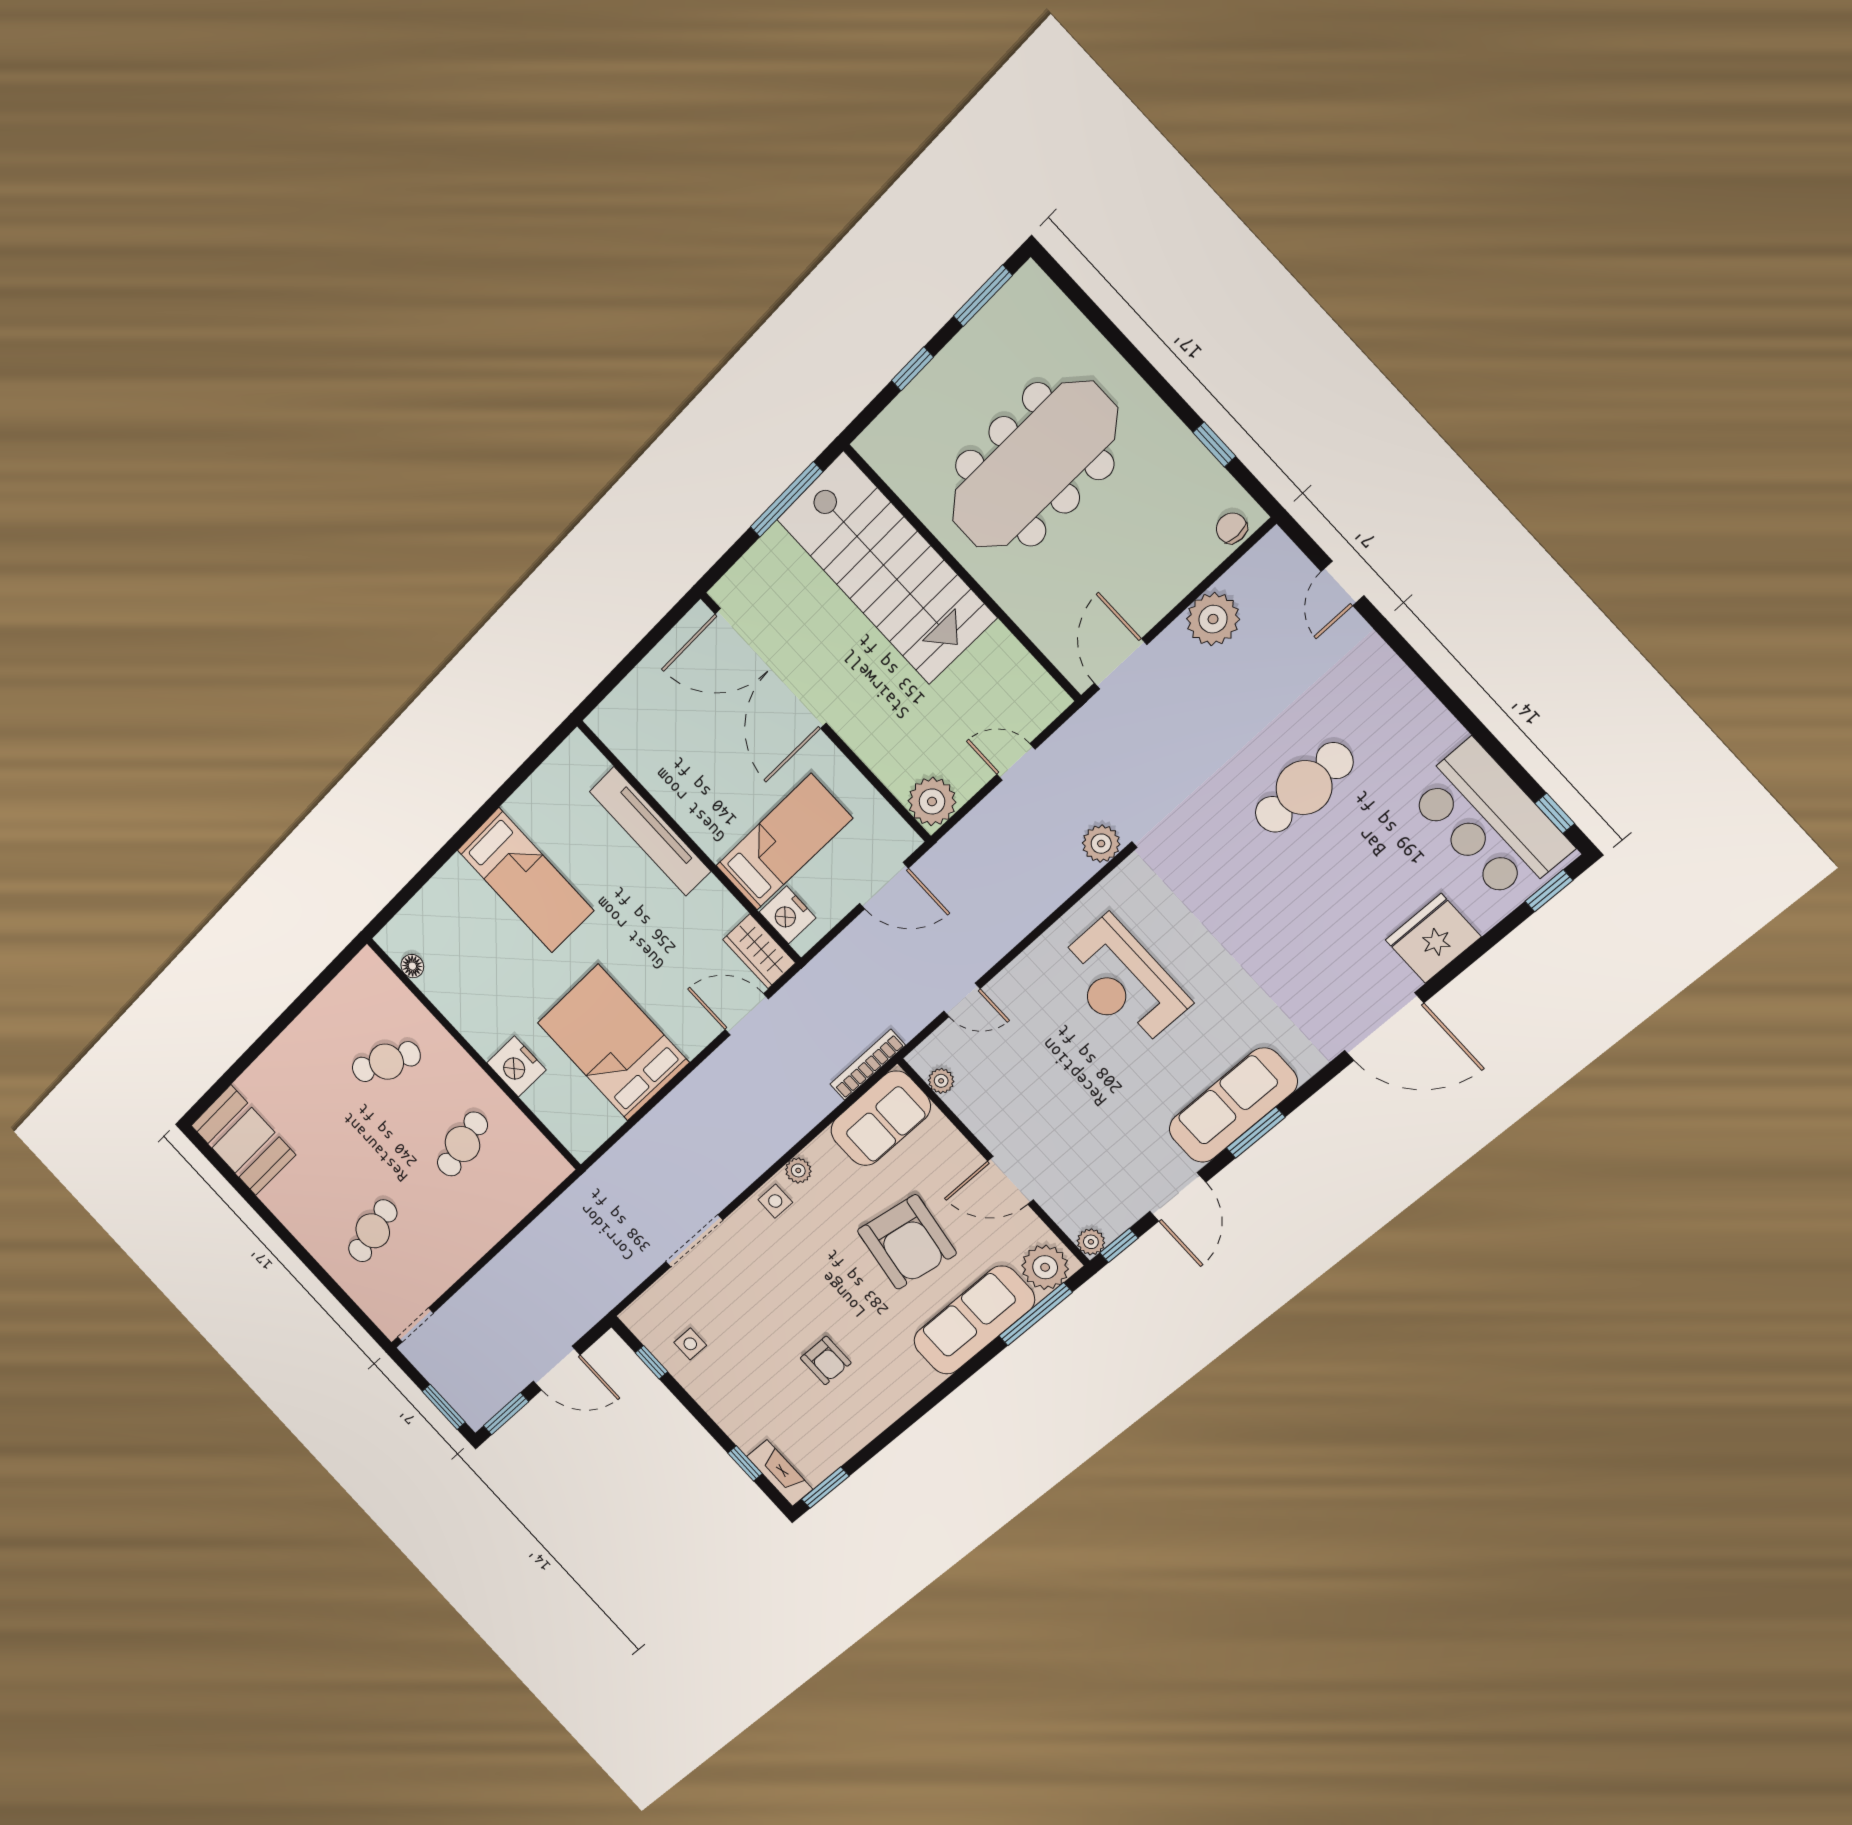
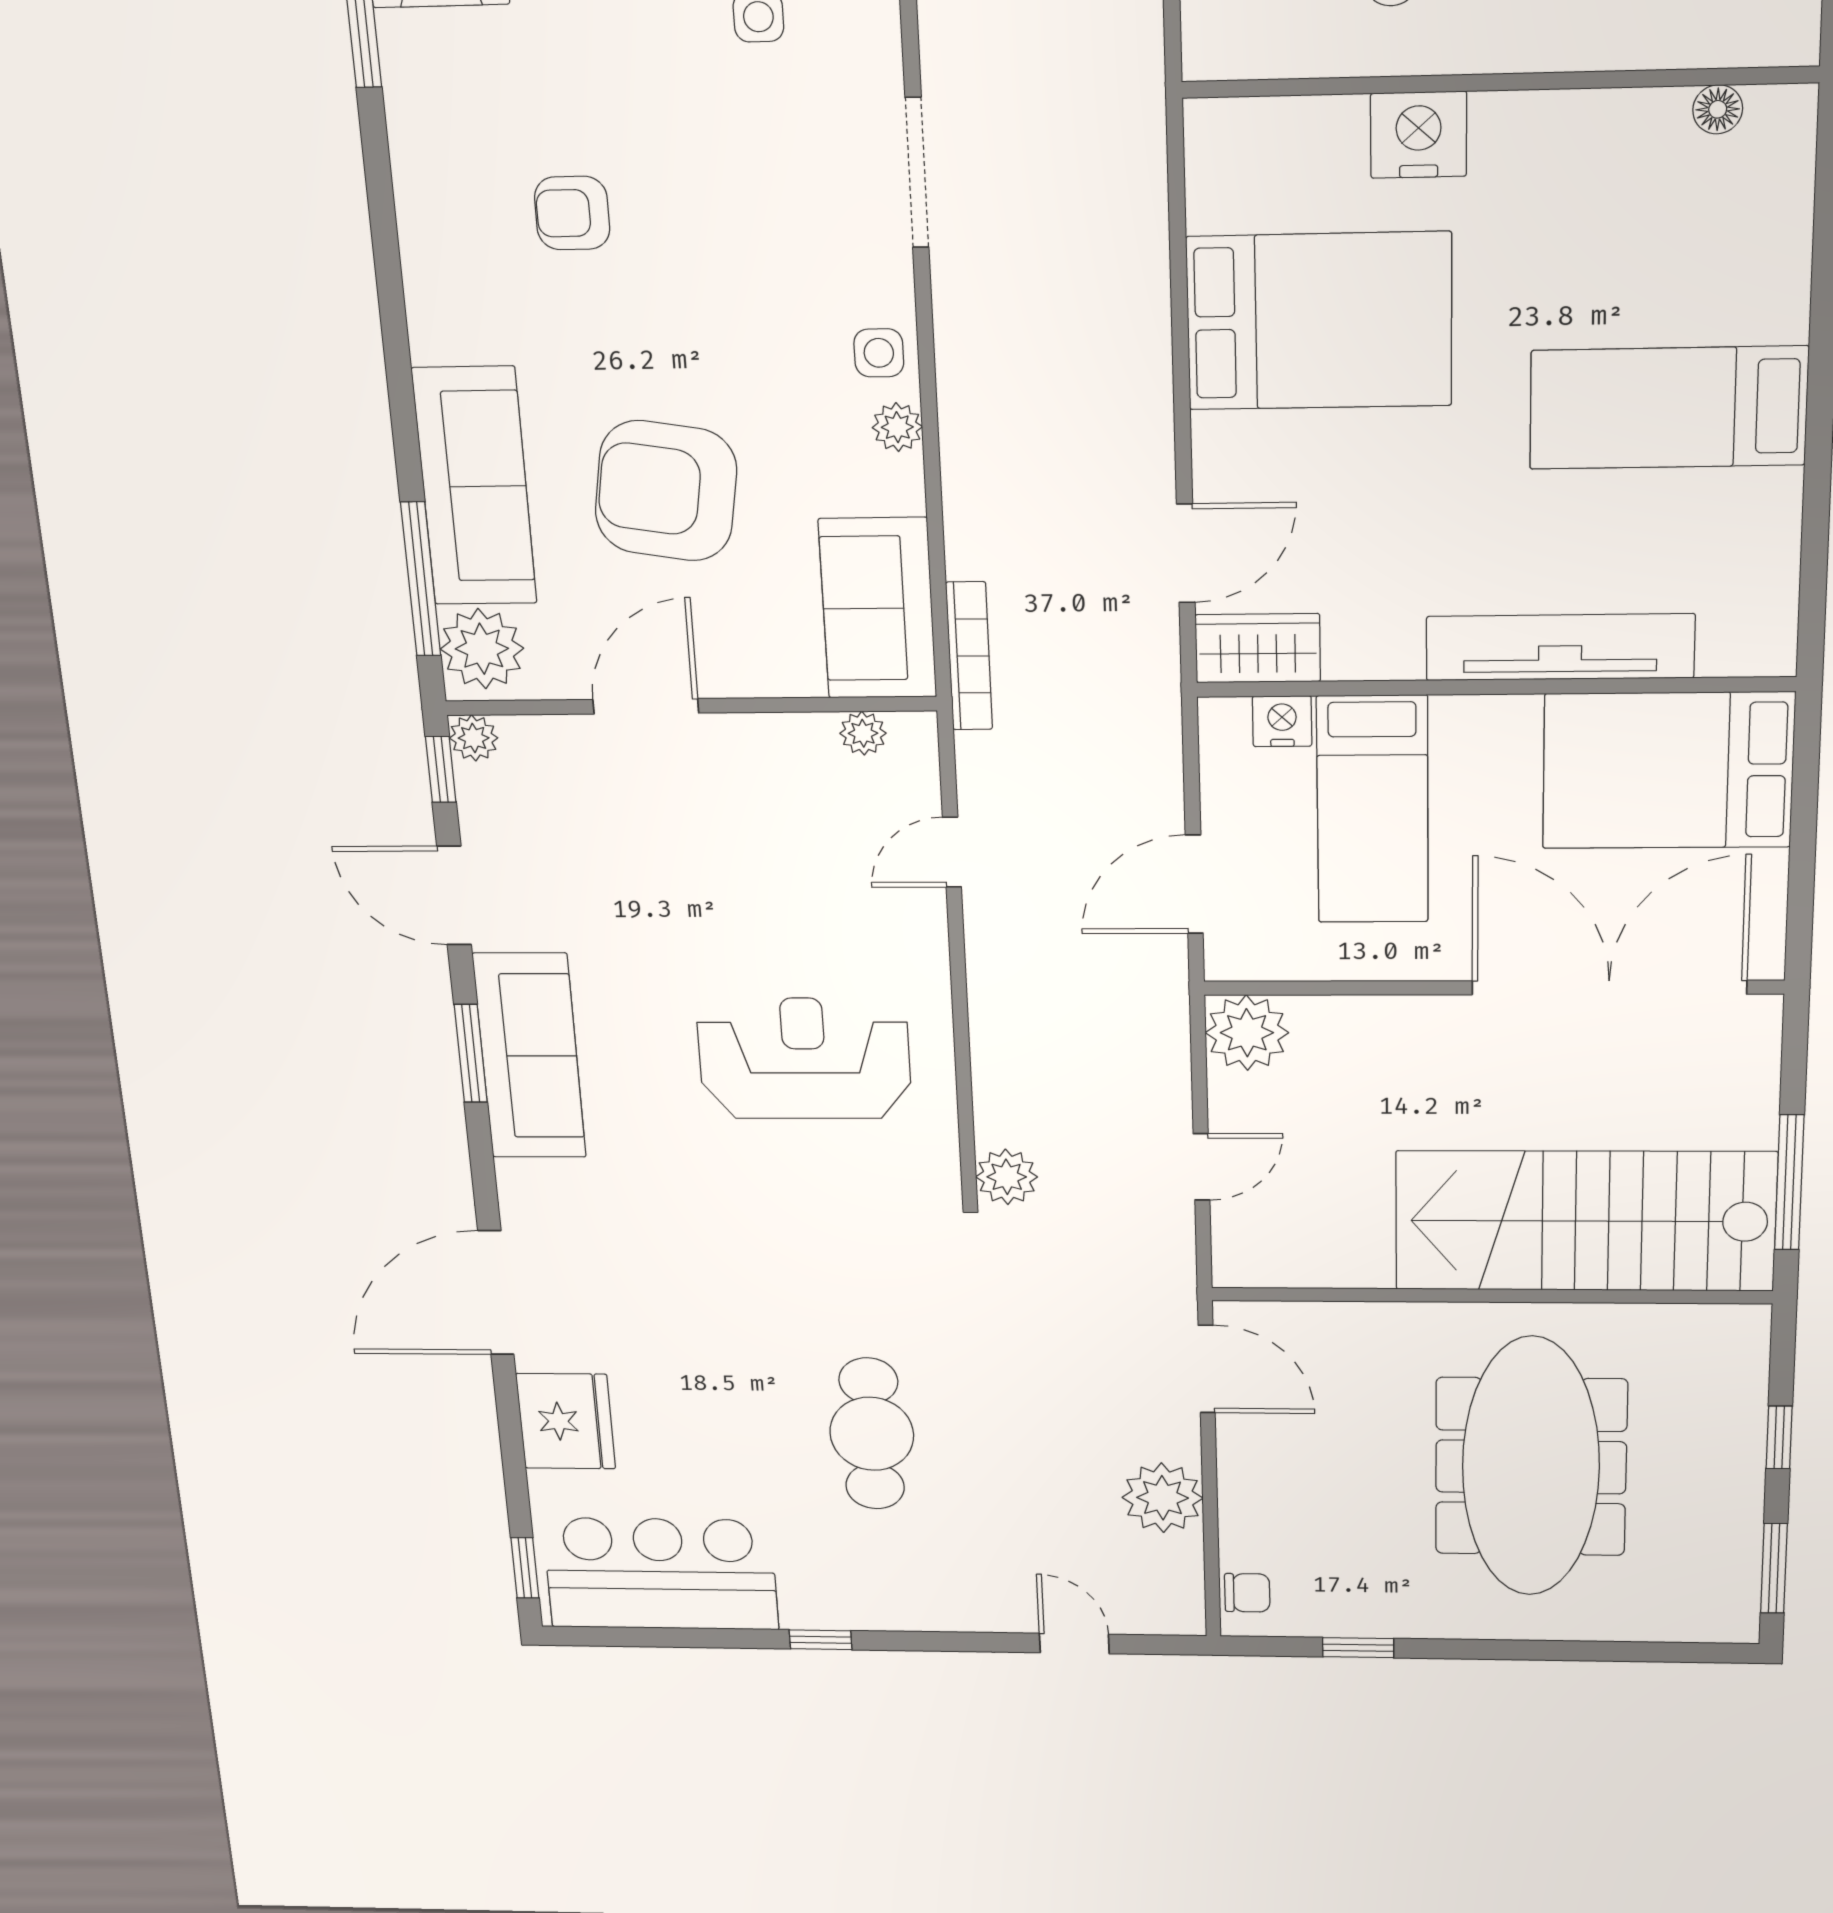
bed: (659, 739) -> (1668, 771), added
window: (1555, 813) -> (821, 1640), moved
nightstand: (788, 915) -> (1282, 721), width x0.74, depth x0.75

